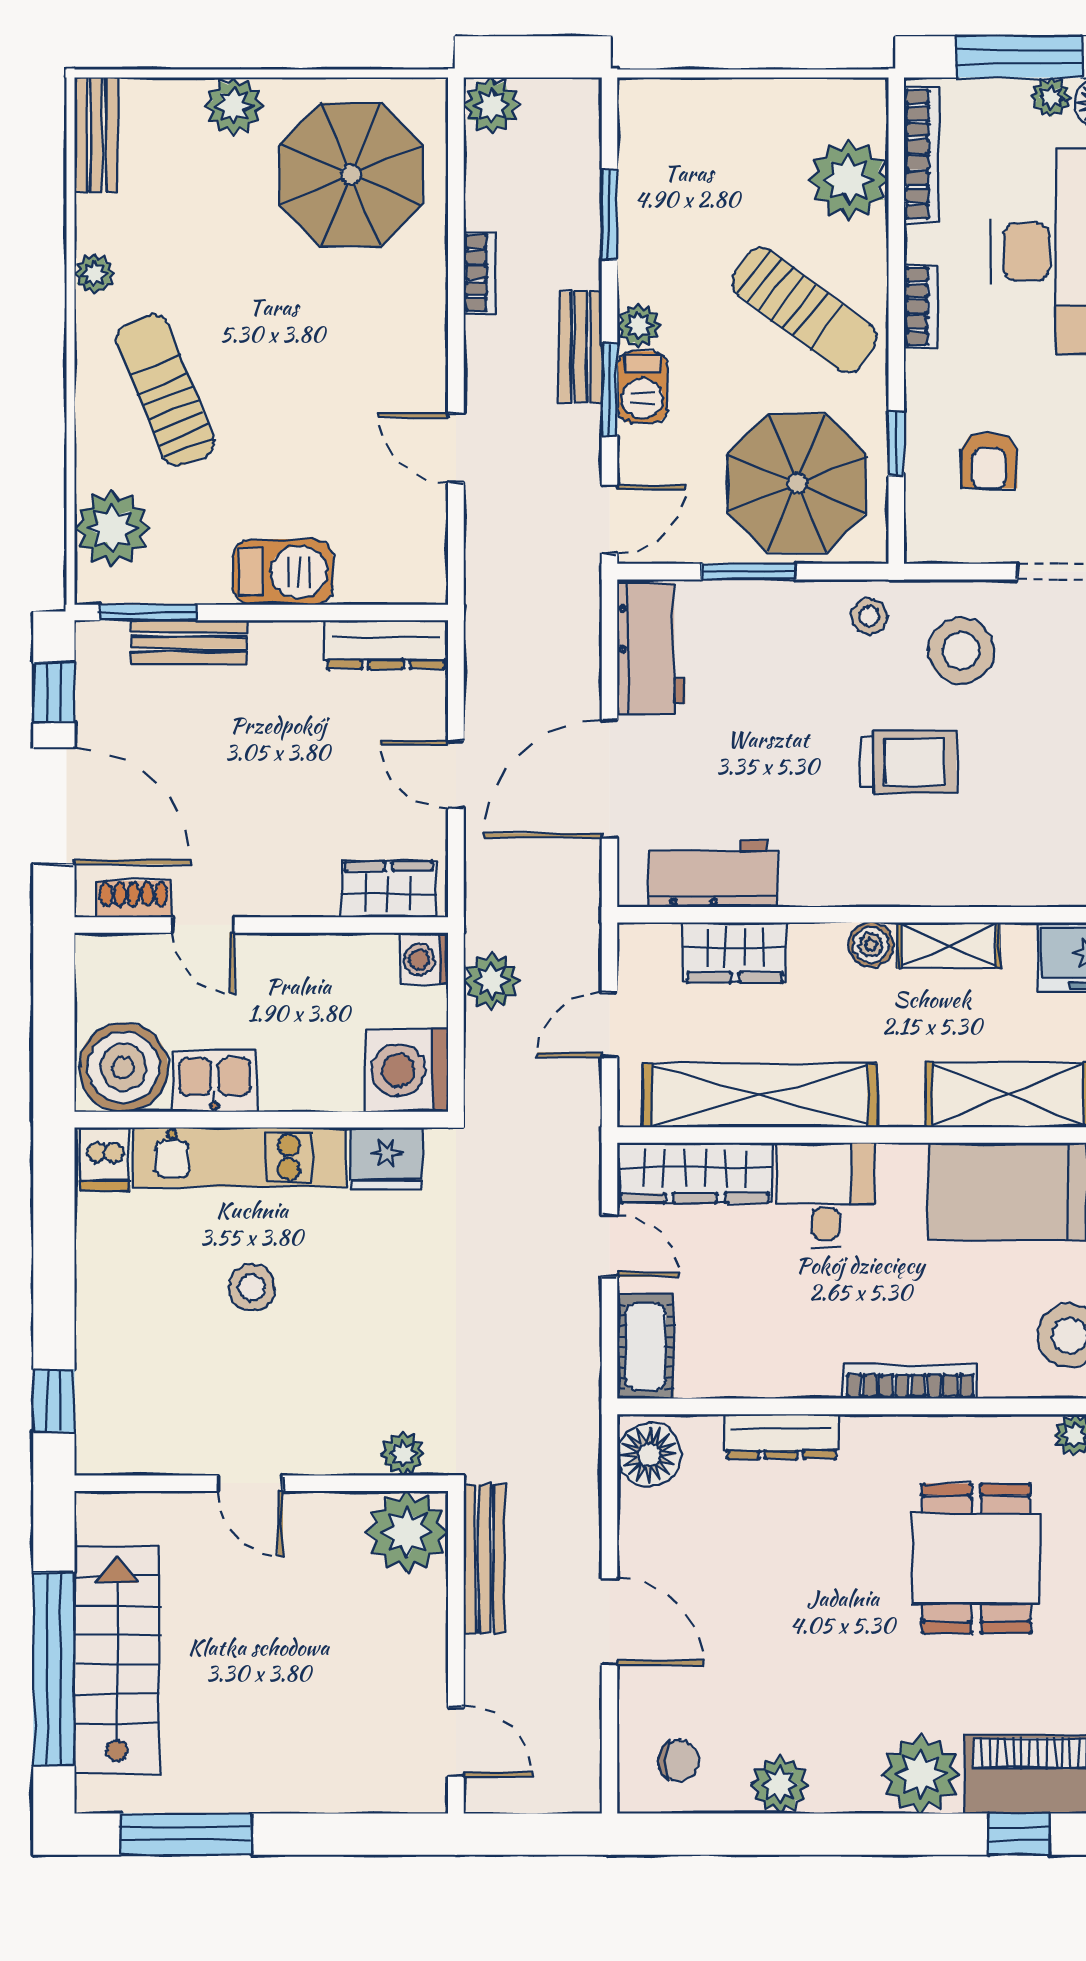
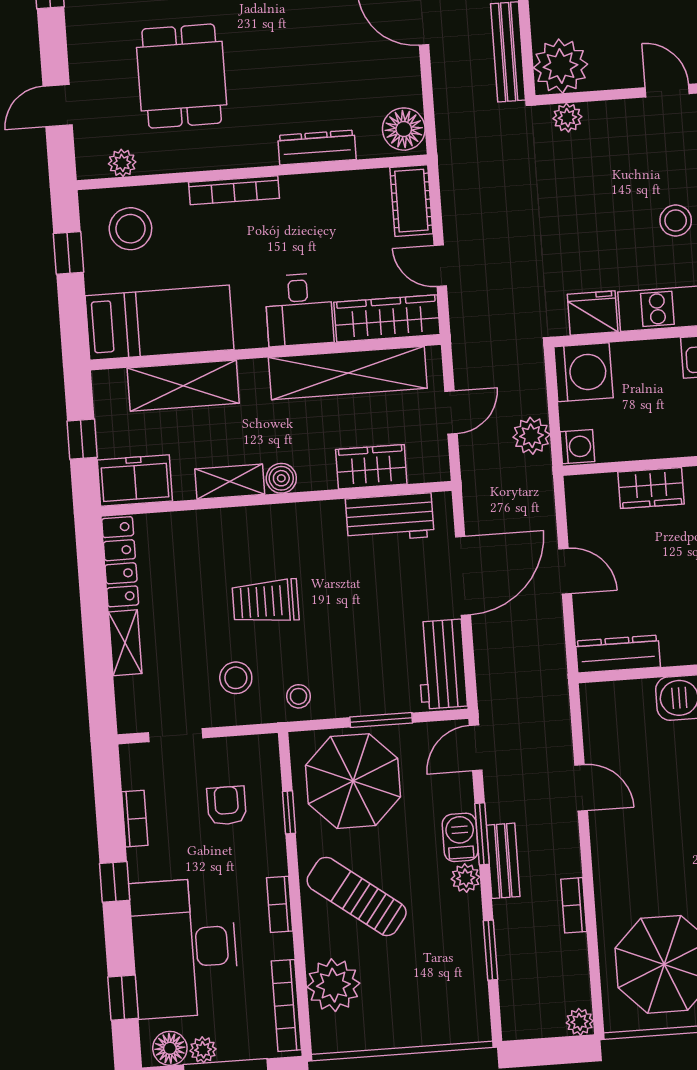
plant: (491, 105) -> (580, 1022), width x0.73, depth x0.73
stool: (961, 651) -> (236, 678), width x0.73, depth x0.73
wardrobe: (389, 890) -> (651, 488), moved

